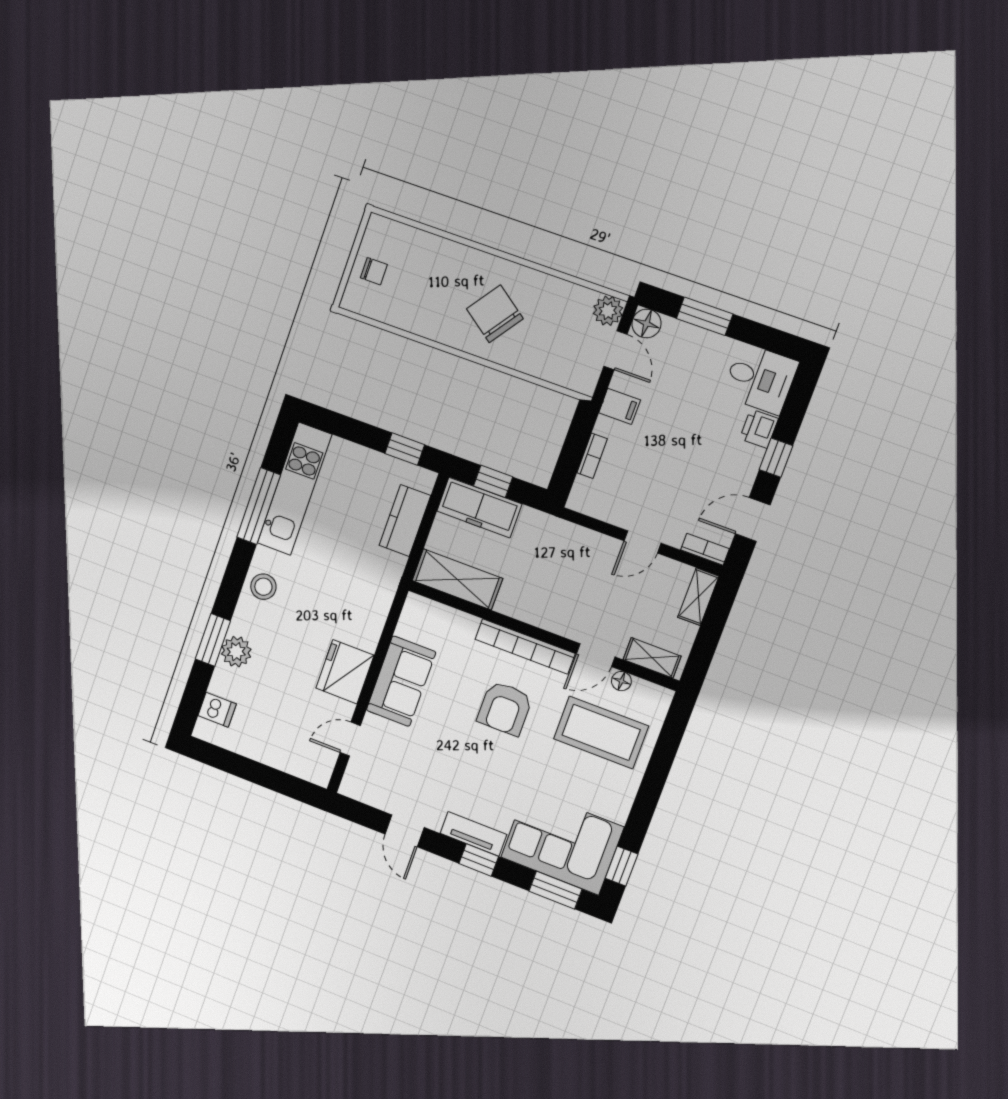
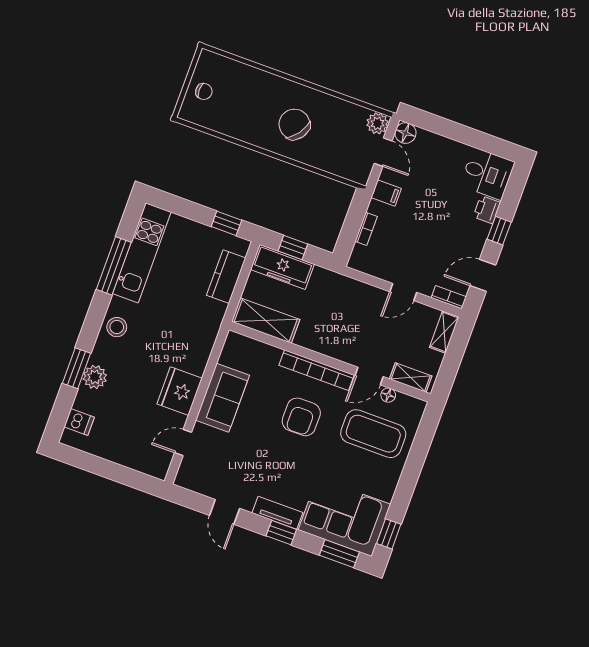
window: (705, 316) -> (447, 128), removed

